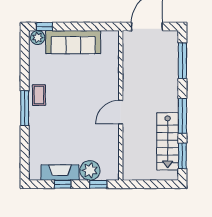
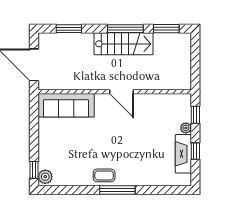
sofa: (73, 42) -> (66, 105), moved, turned 90
window: (182, 61) -> (69, 29), width x0.69
stairs: (168, 141) -> (124, 44), moved
plant: (90, 170) -> (186, 128), width x0.53, depth x0.53

